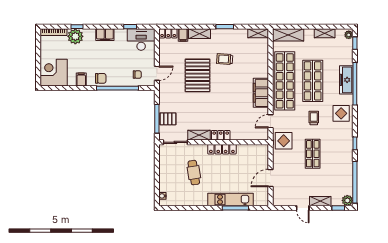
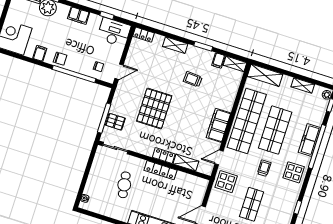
filing cabinet: (183, 35) -> (218, 61), moved
pallet: (198, 75) -> (154, 109), moved
shelving: (199, 135) -> (186, 163), moved

